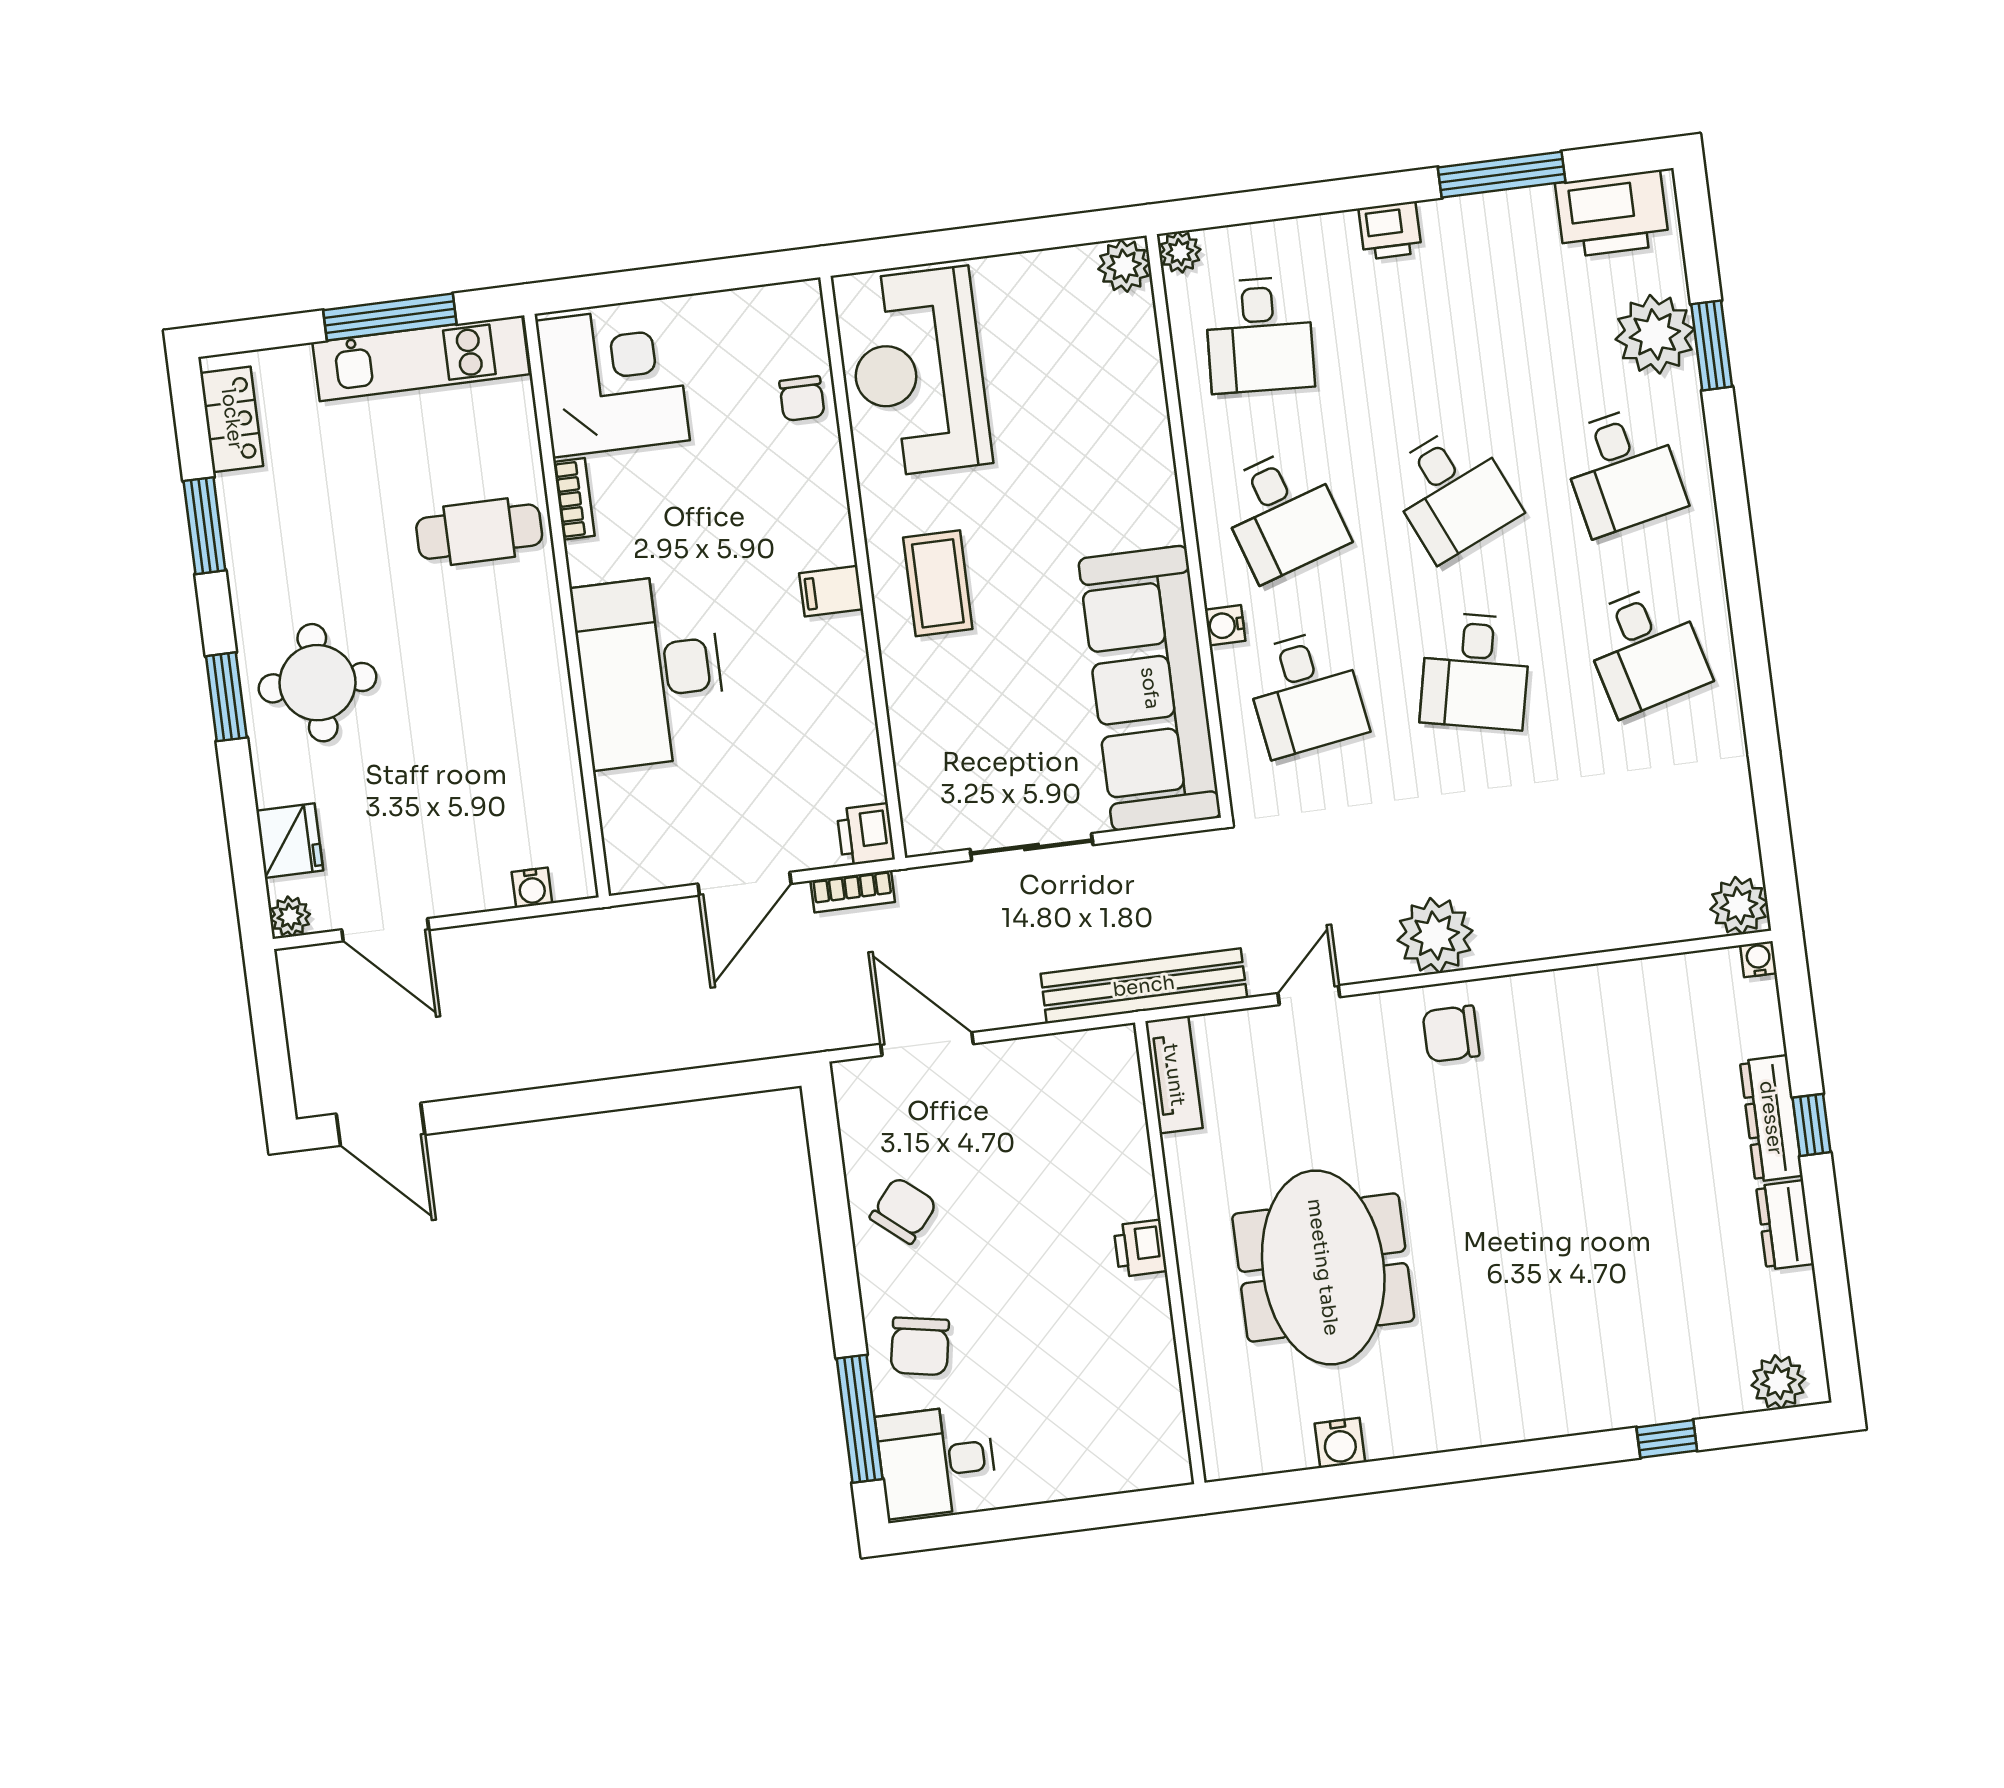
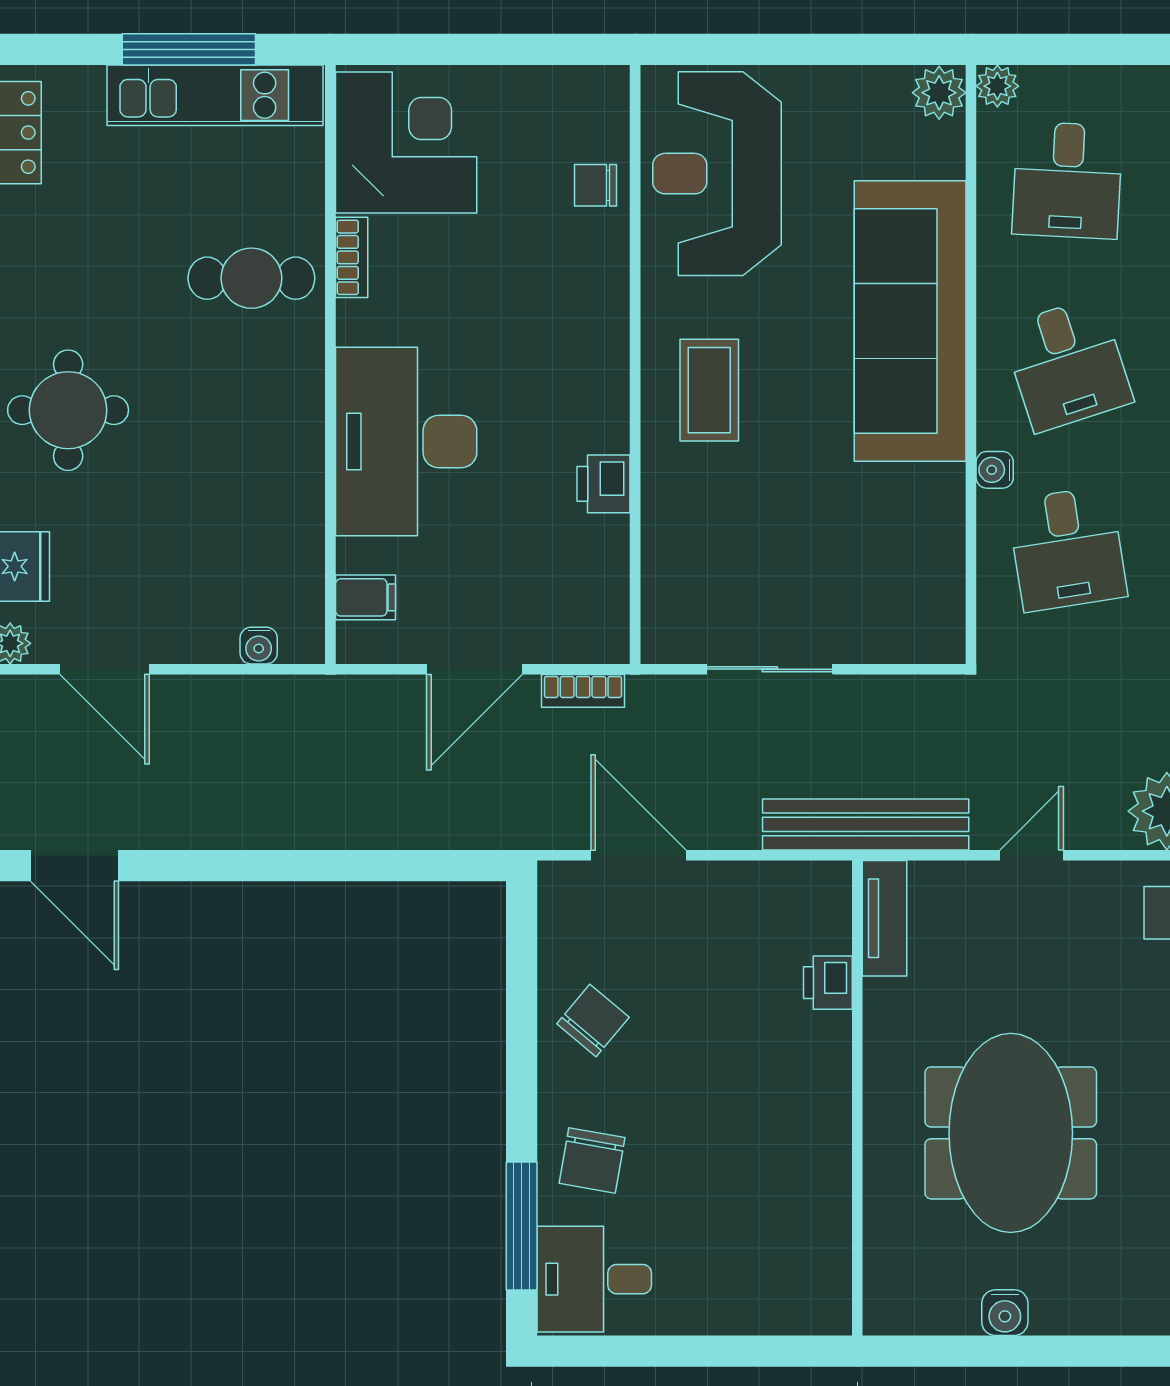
chair: (802, 399) -> (596, 185), turned 90
filing cabinet: (831, 591) -> (365, 597), moved, turned 180
sofa: (1150, 688) -> (910, 321), moved
printer: (866, 834) -> (604, 484), moved
printer: (1140, 1248) -> (828, 983), moved

